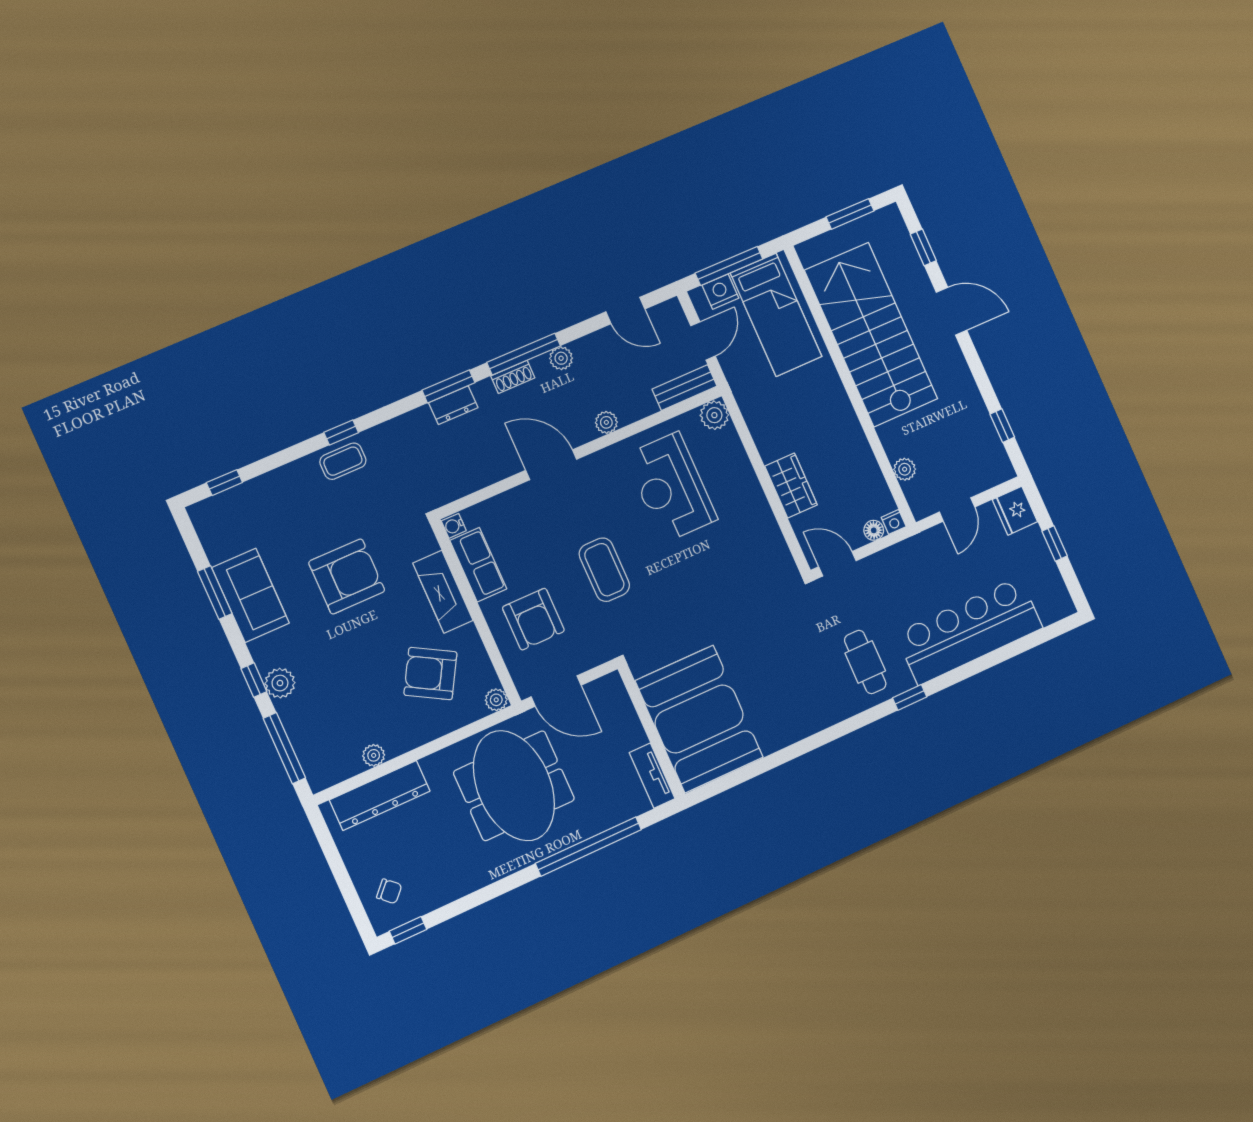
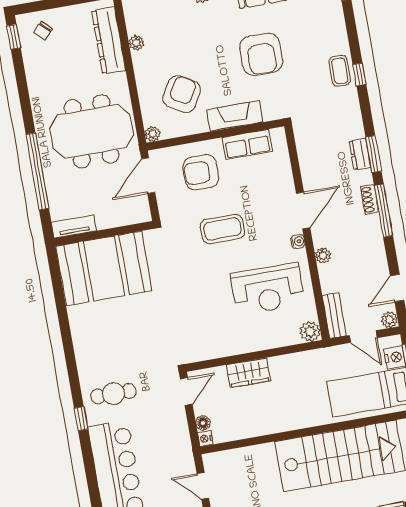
plant: (561, 358) -> (389, 320), moved
plant: (905, 469) -> (240, 456), removed
reception desk: (671, 487) -> (268, 289), turned 180
water cooler: (454, 526) -> (298, 241), moved, turned 90

